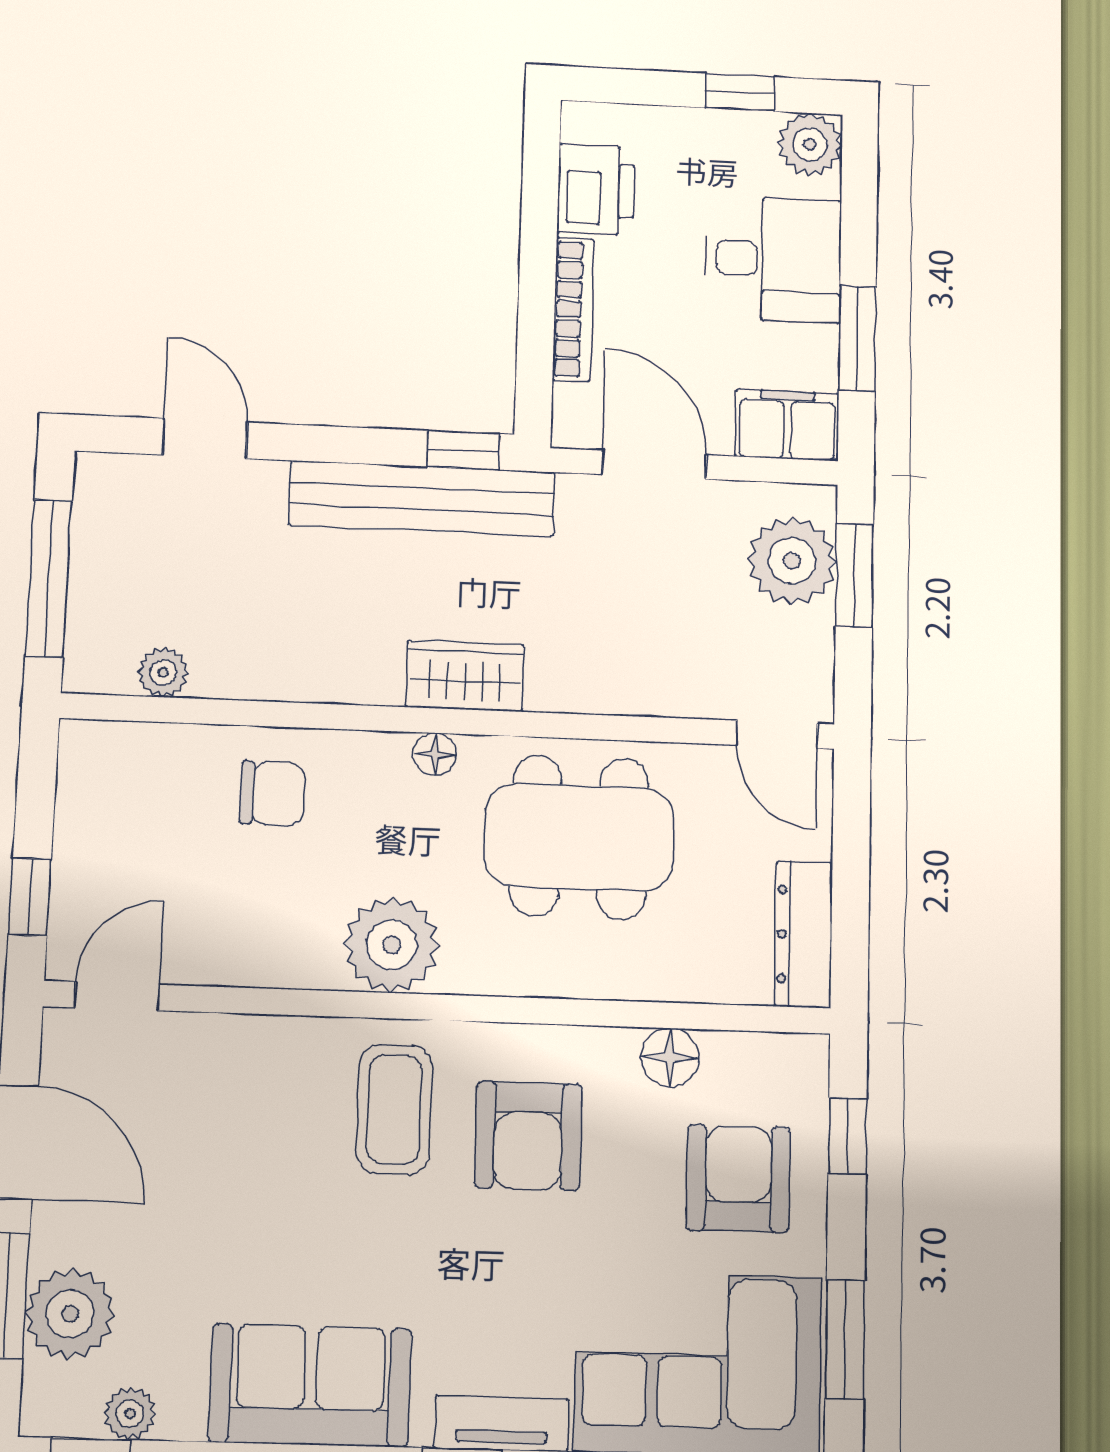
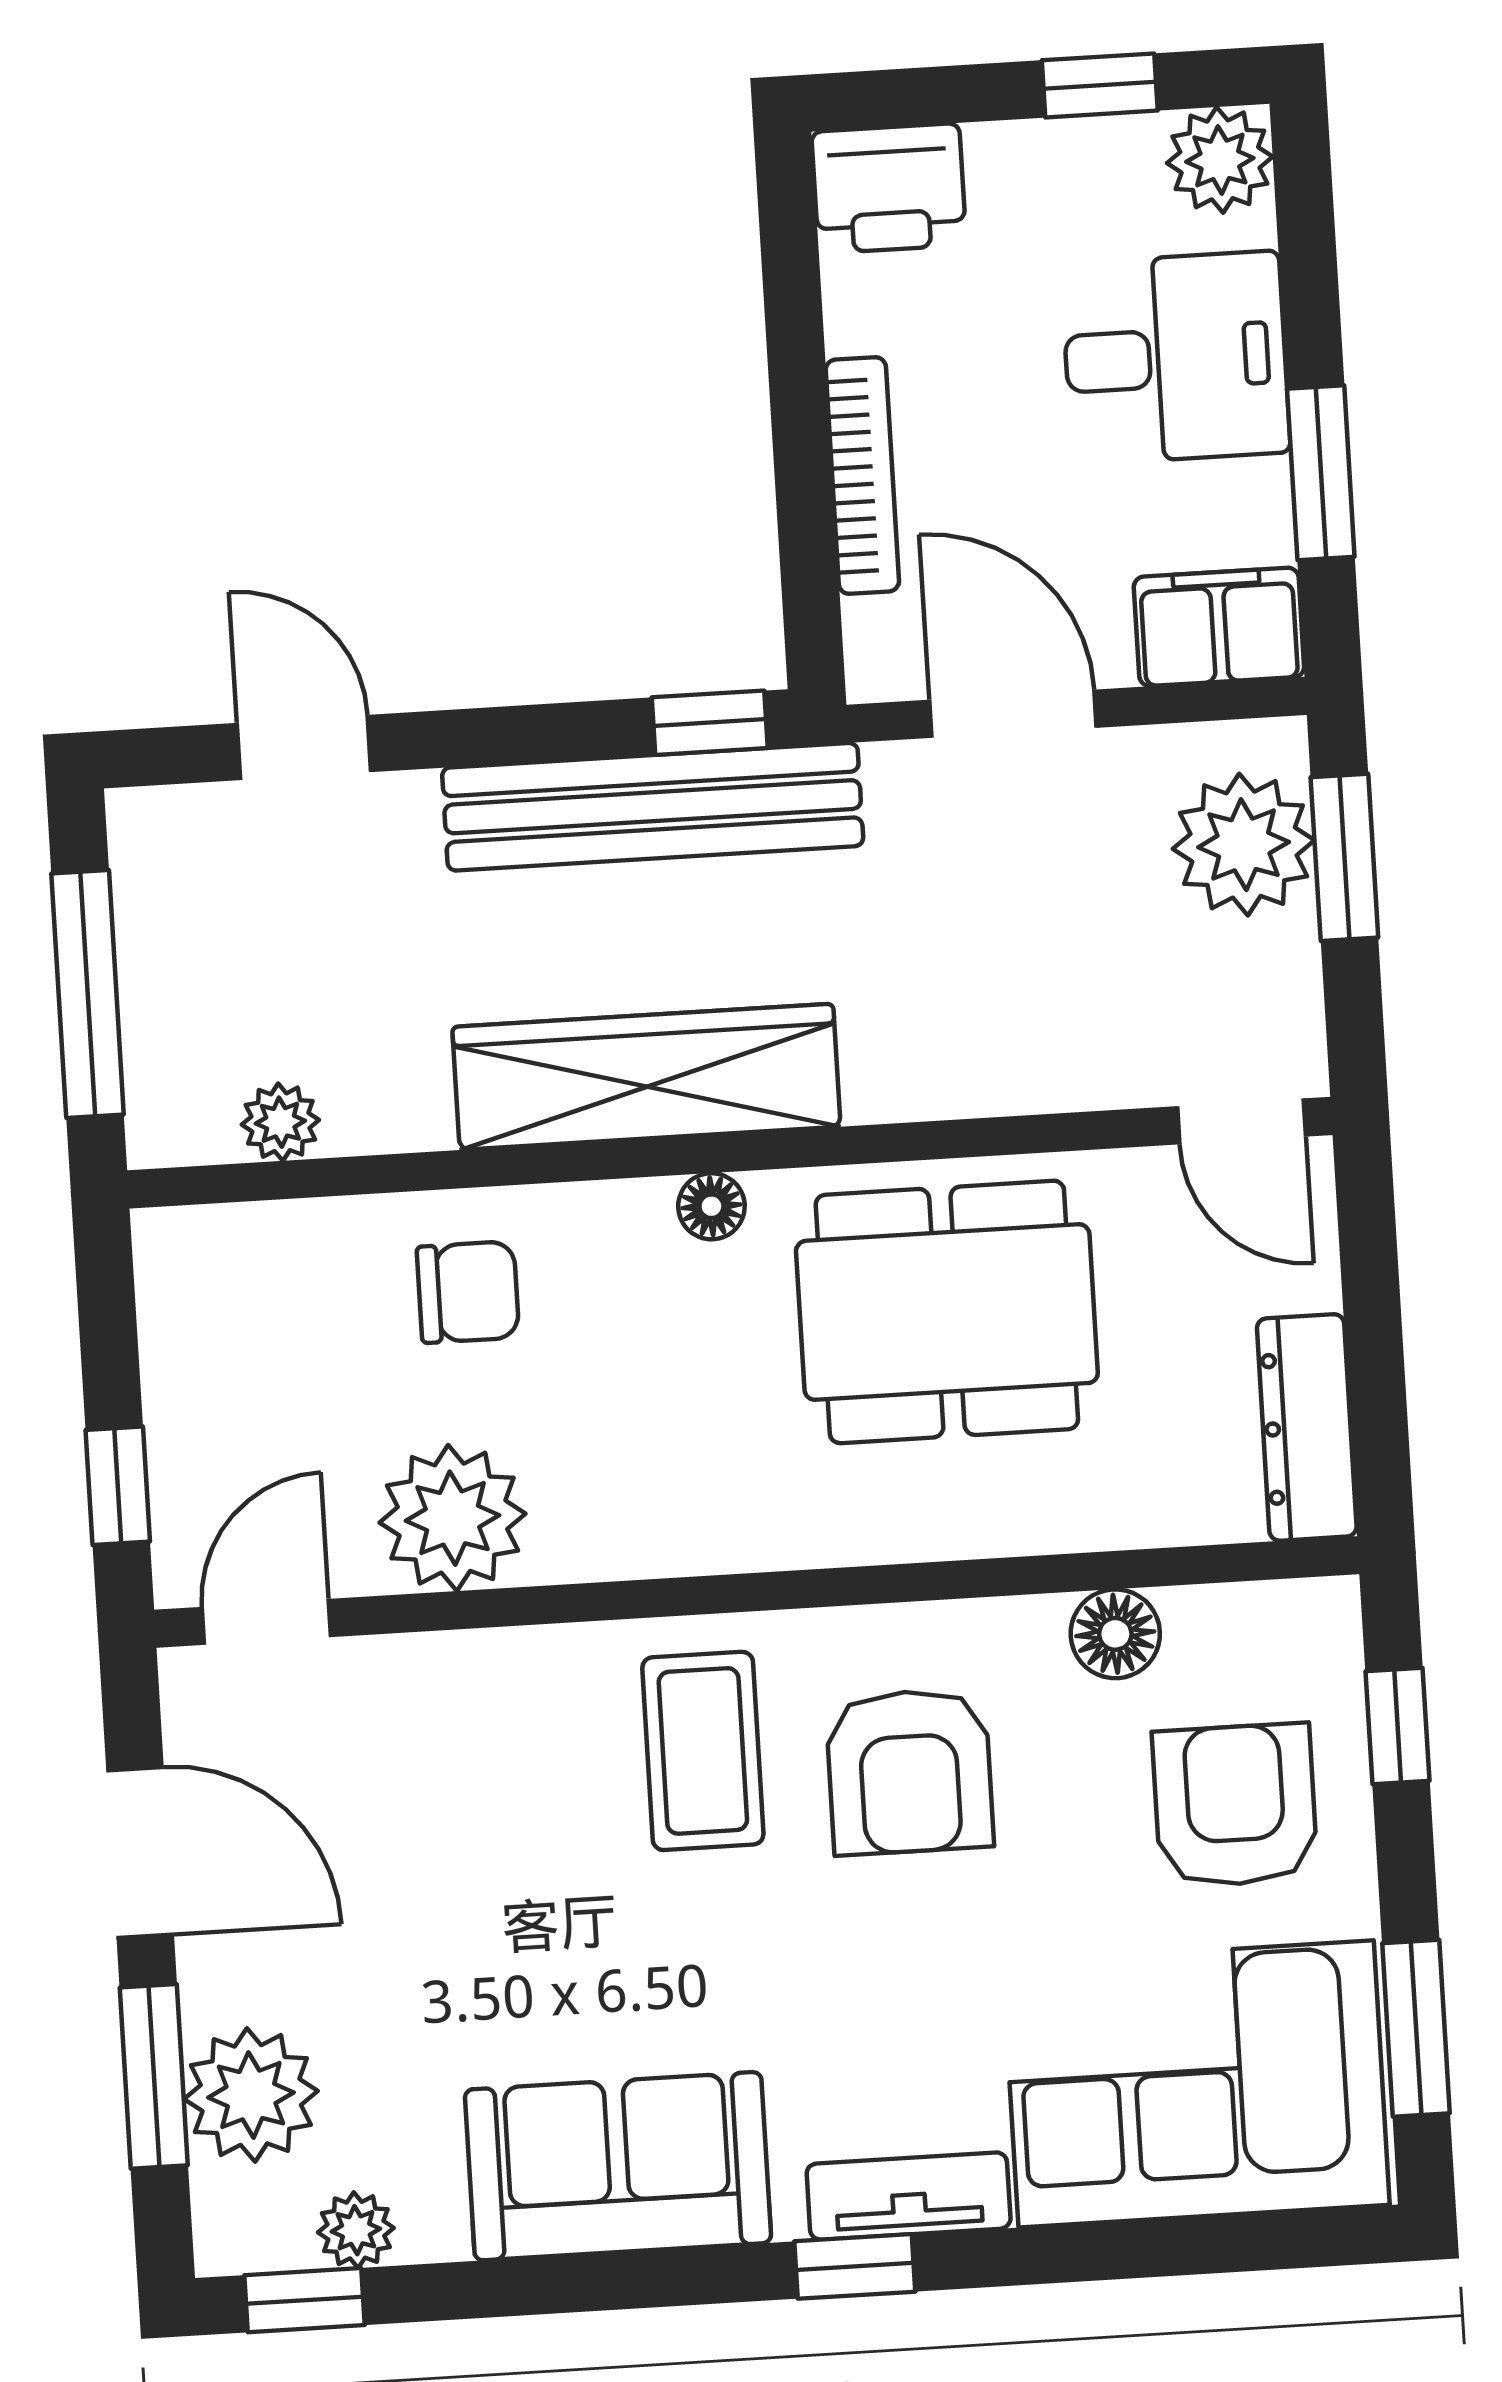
printer: (596, 190) -> (889, 188), moved, turned 90
wardrobe: (465, 676) -> (646, 1077), width x2.10, depth x1.17
plant: (392, 945) -> (453, 1518), moved

